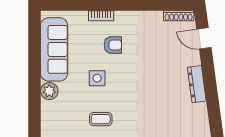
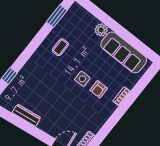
side table: (97, 78) -> (82, 79), moved
dresser: (197, 84) -> (27, 115), moved

